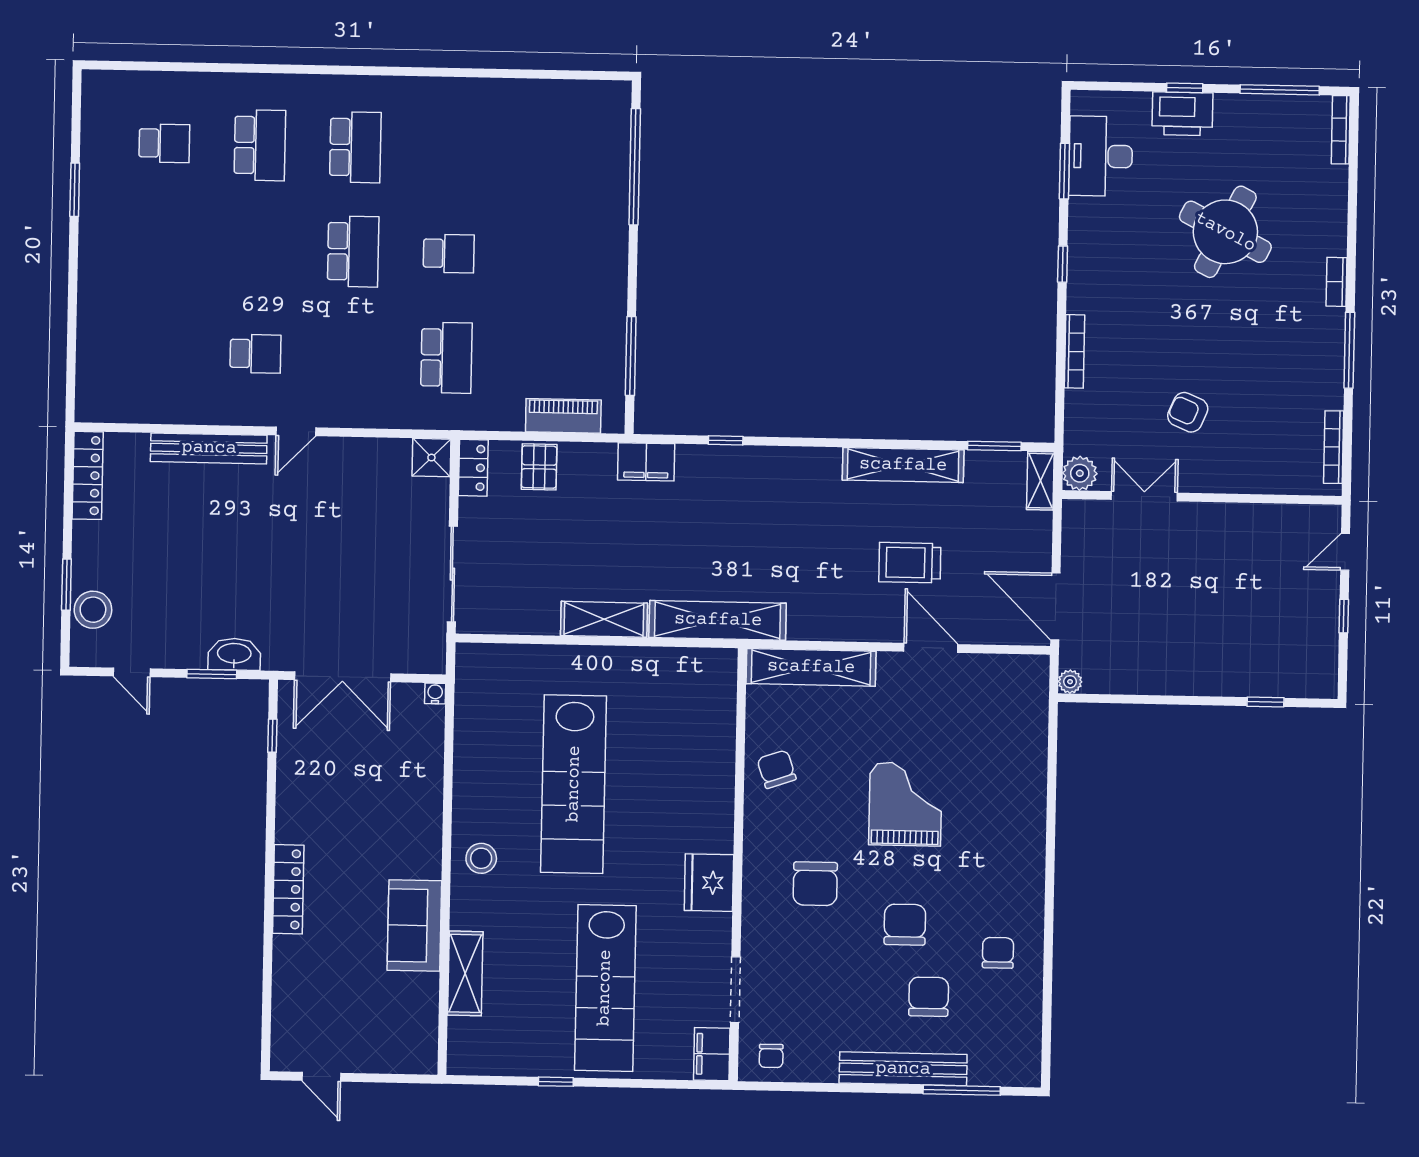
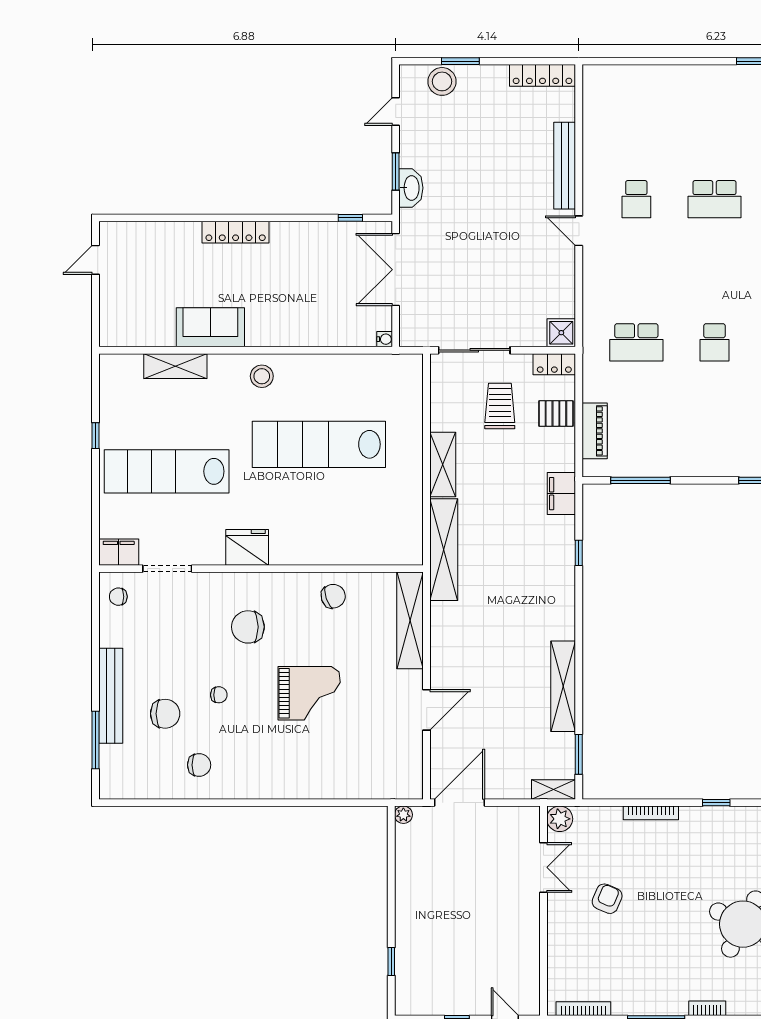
school desk: (353, 251) -> (714, 199), moved
trolley: (910, 563) -> (500, 406), moved
chair: (905, 925) -> (219, 695), width x0.54, depth x0.54

